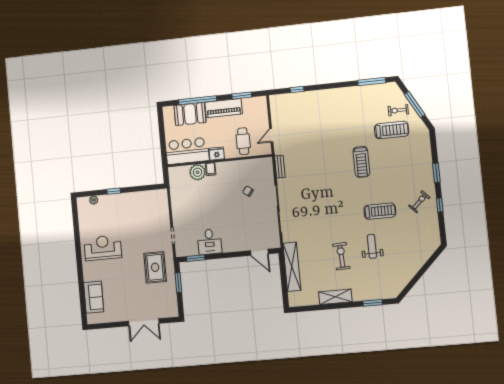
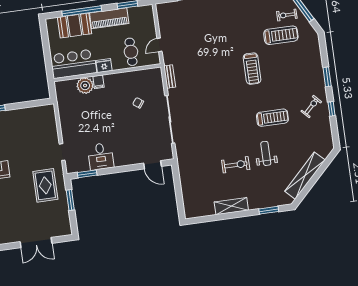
exercise bike: (341, 256) -> (236, 165), turned 93
shelving: (292, 267) -> (305, 176), moved, turned 45

